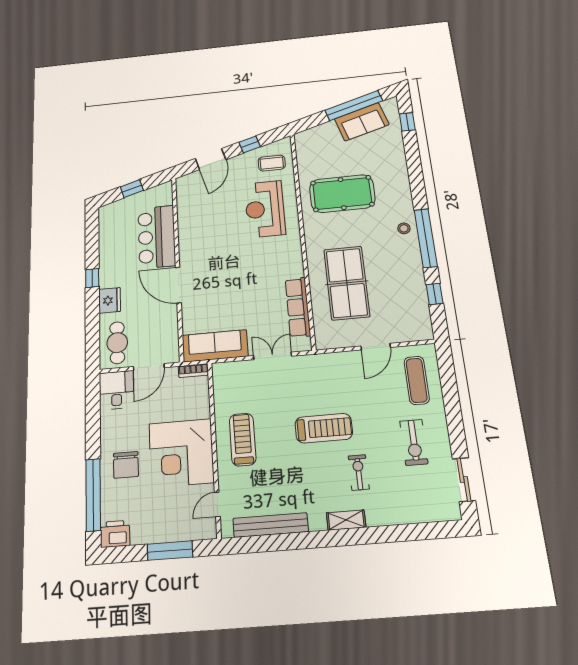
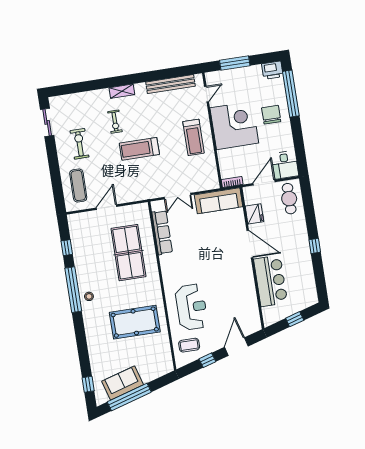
fridge: (110, 300) -> (254, 214), moved, turned 180

